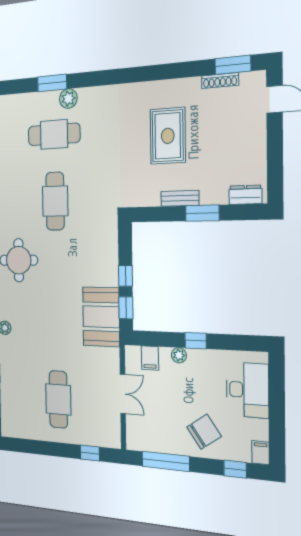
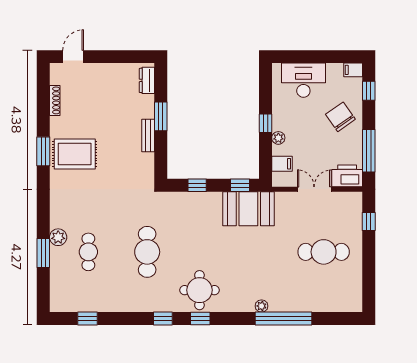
window: (233, 65) -> (43, 151), moved
cafe table: (54, 134) -> (88, 252), width x0.73, depth x0.74
rug: (168, 136) -> (75, 154), moved
cafe table: (55, 201) -> (147, 252), turned 90
window: (125, 276) -> (197, 185), moved
printer: (138, 433) -> (347, 176), added

